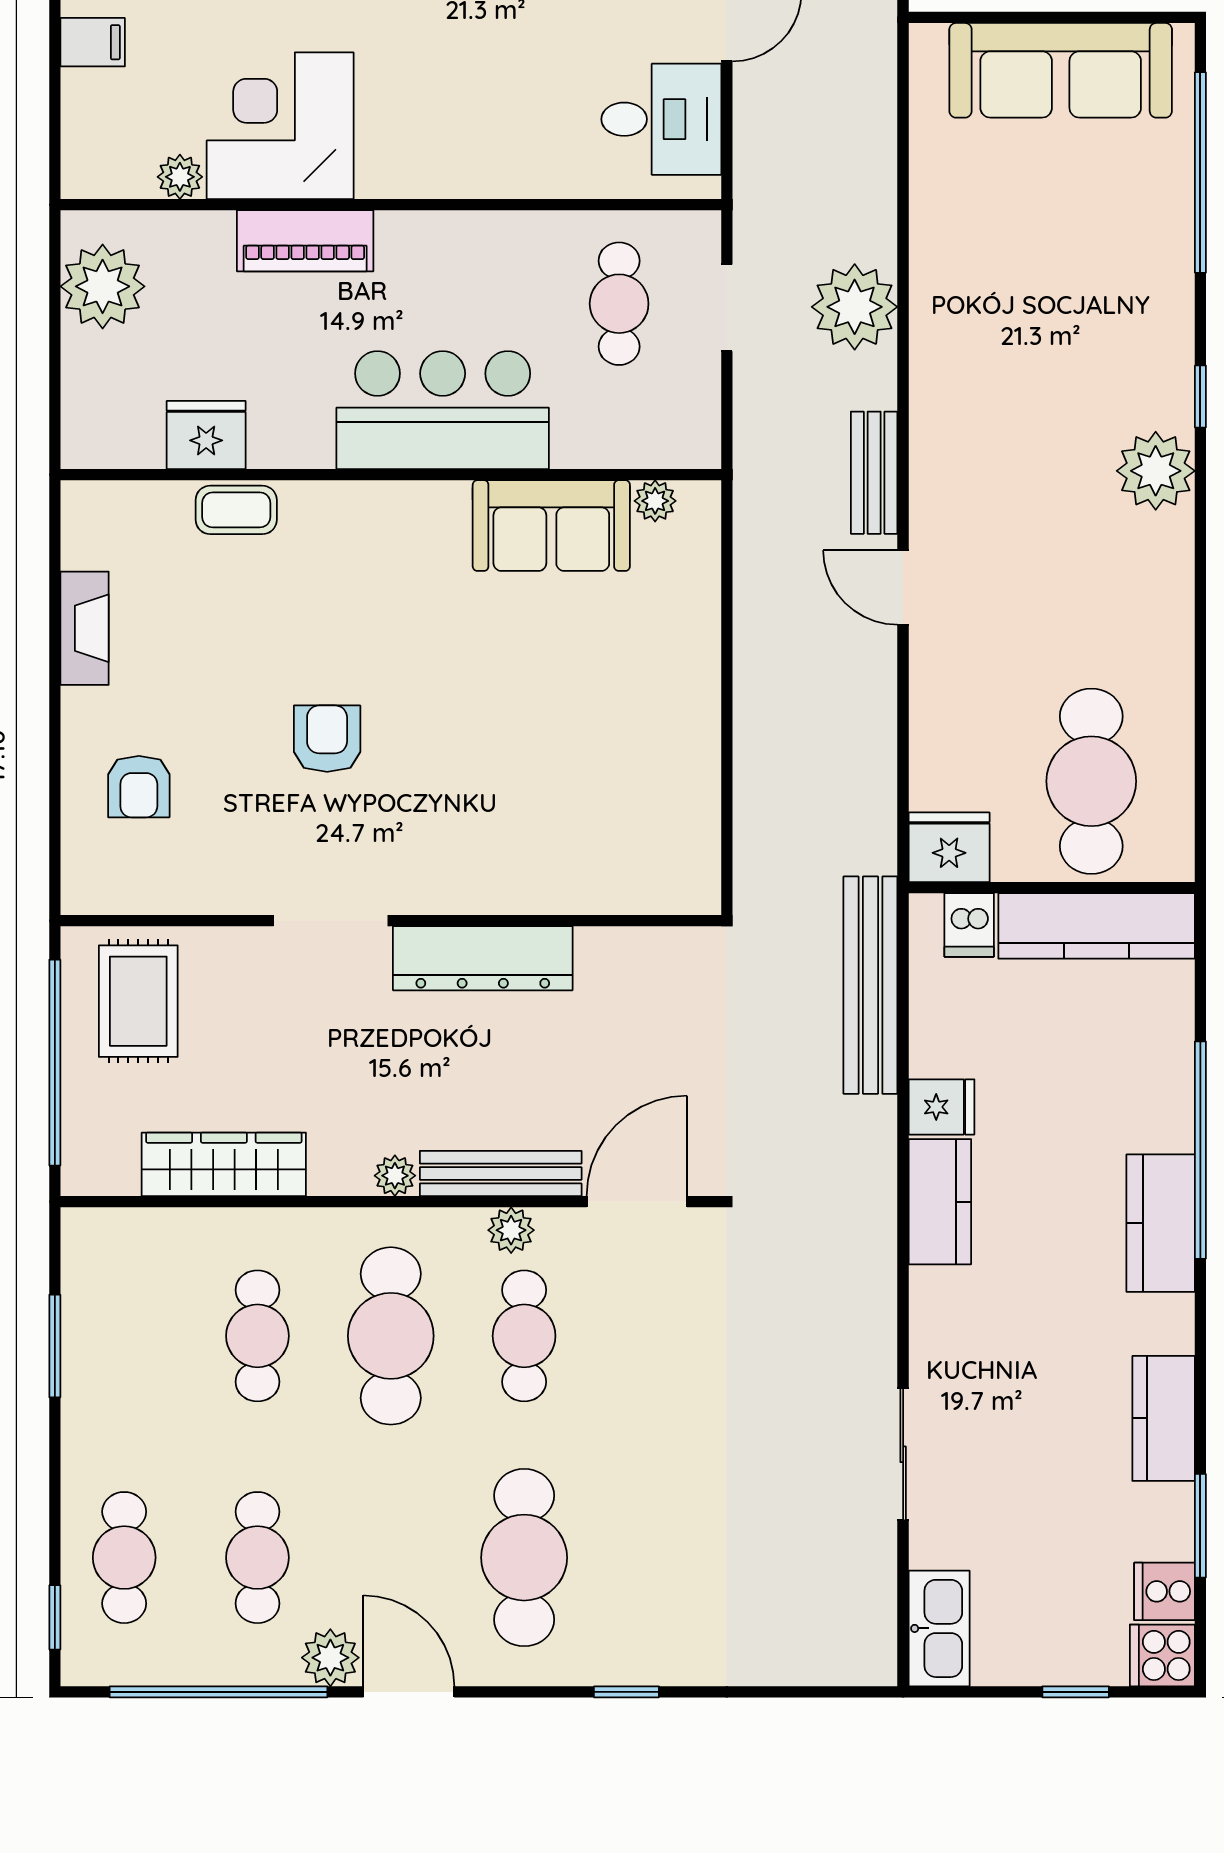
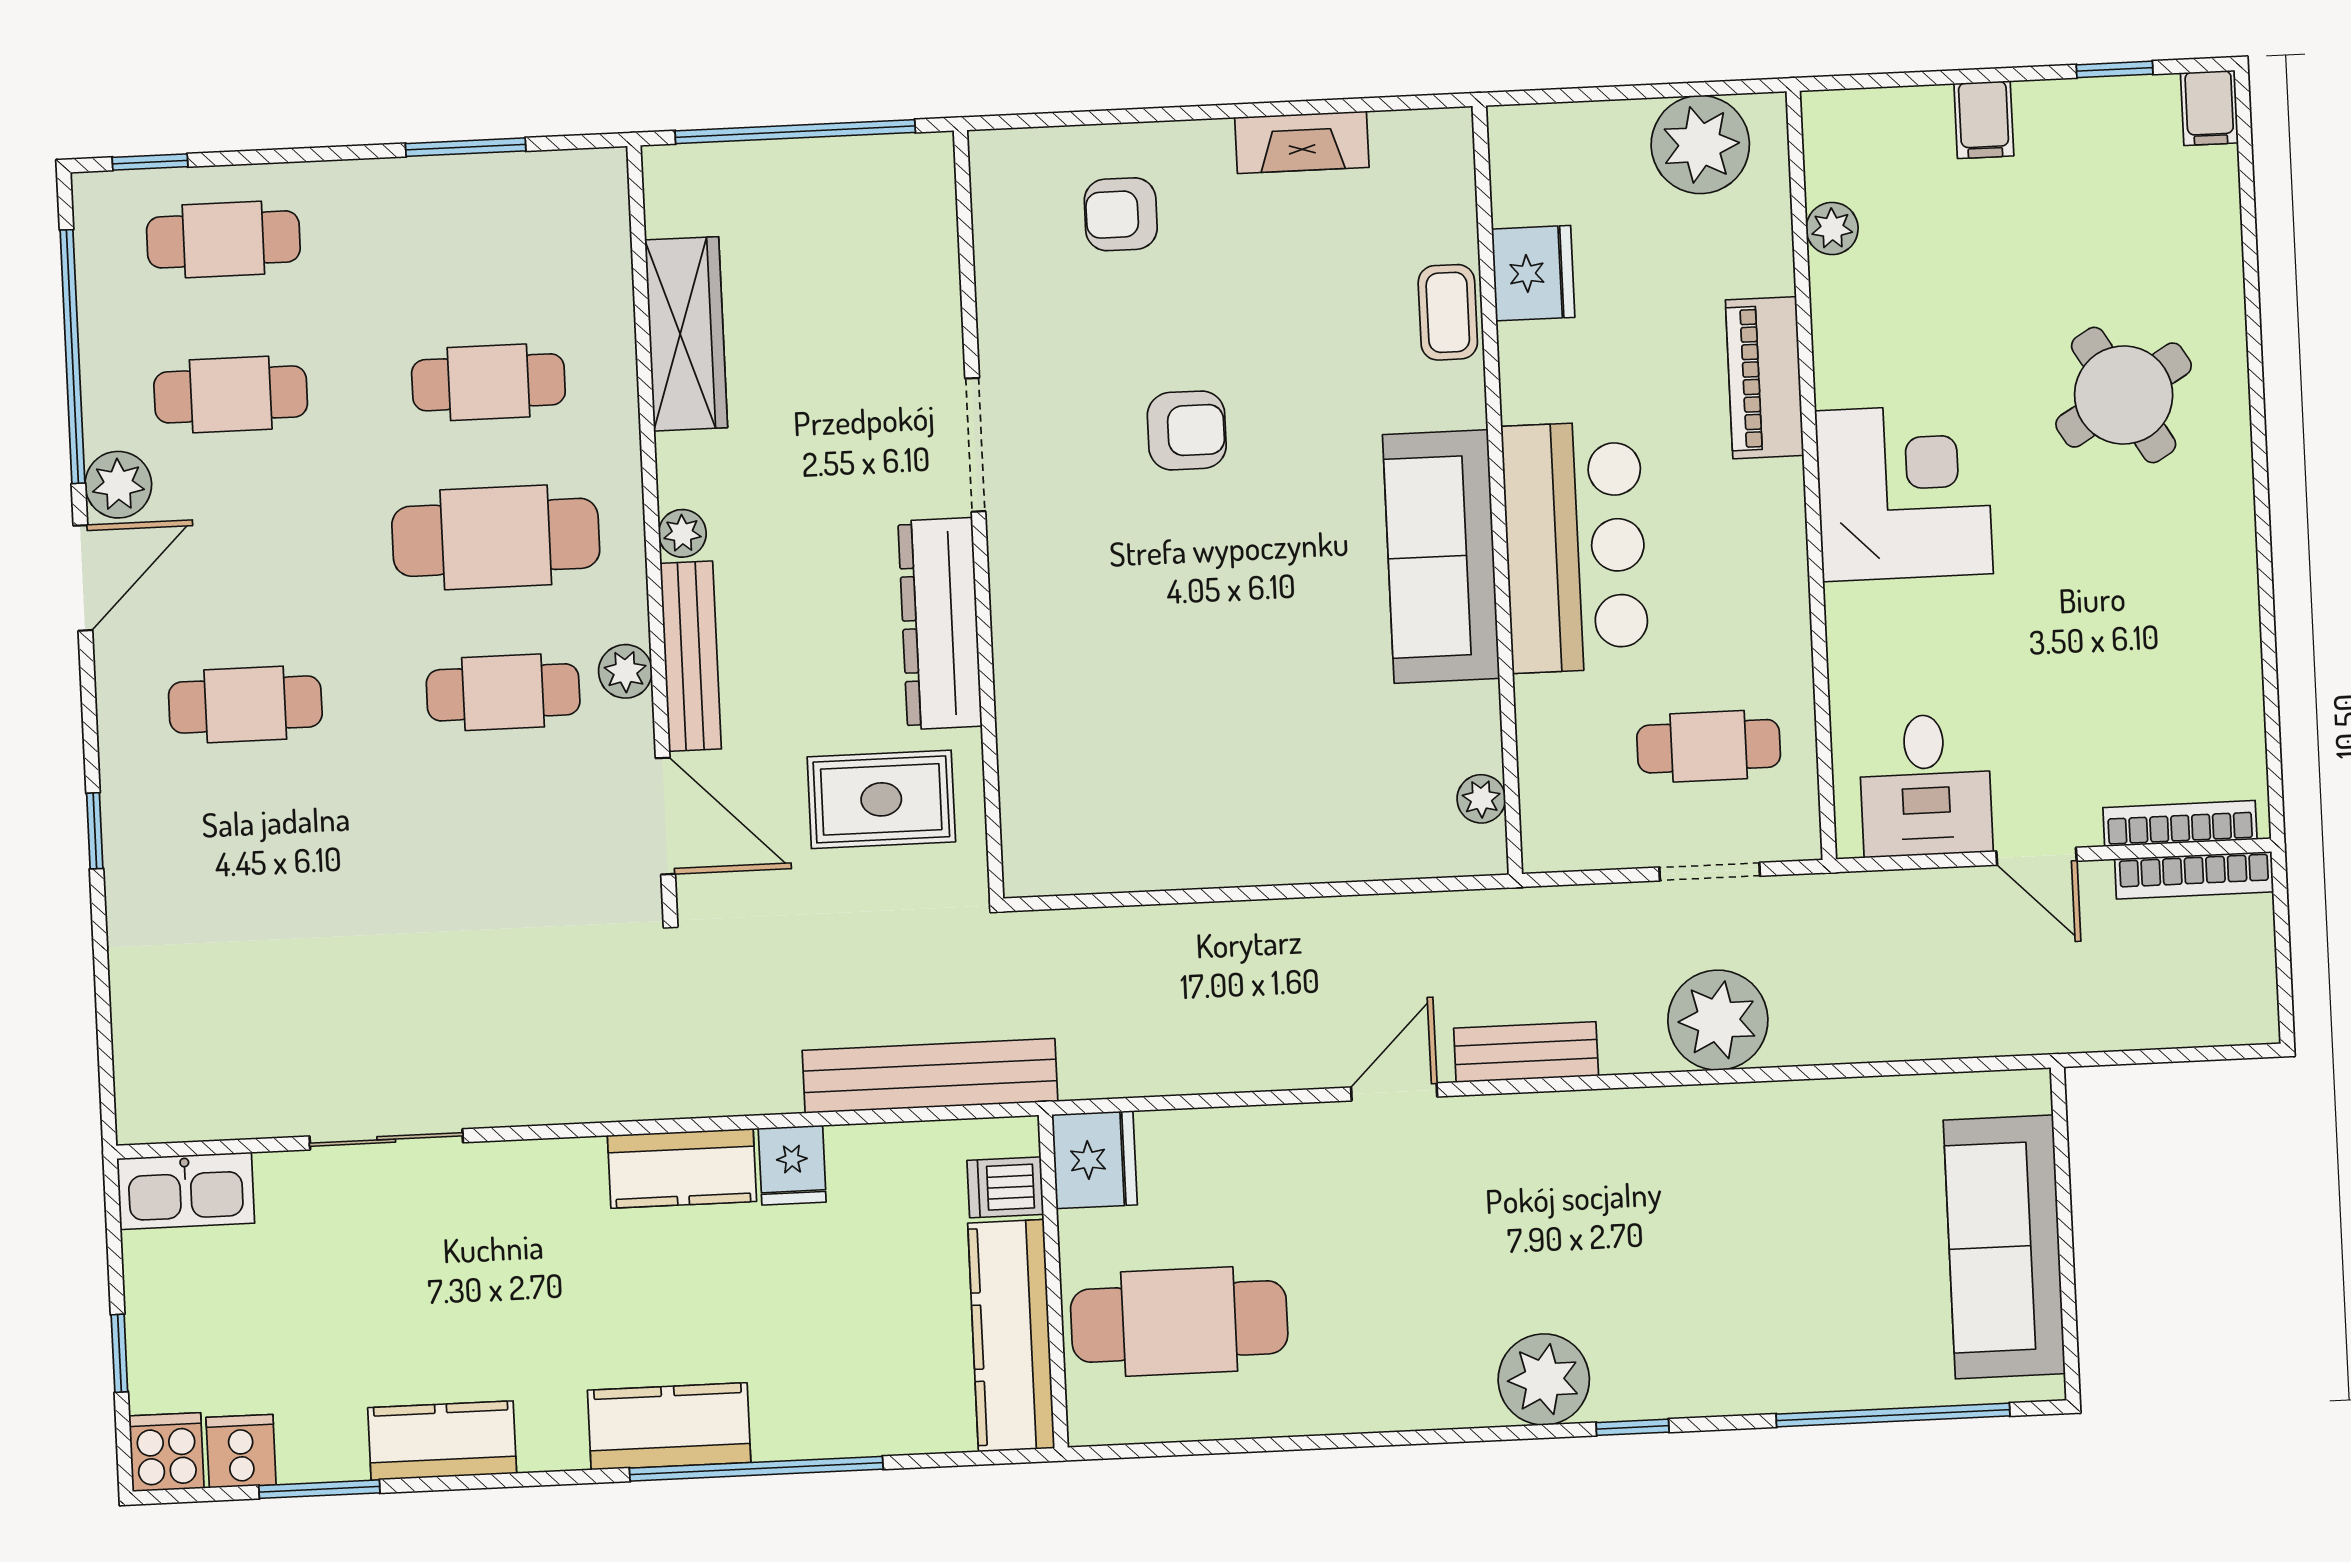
corner desk: (280, 126) -> (1904, 492), moved
sofa: (551, 526) -> (1441, 556), moved, width x1.36
rug: (138, 1001) -> (881, 799), moved
cafe table: (524, 1558) -> (245, 704), width x0.73, depth x0.74

